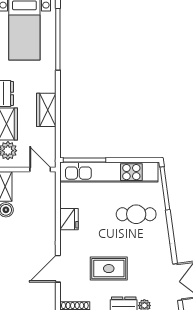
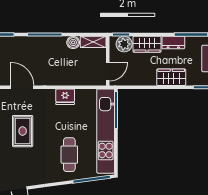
wardrobe: (46, 110) -> (171, 77), moved

